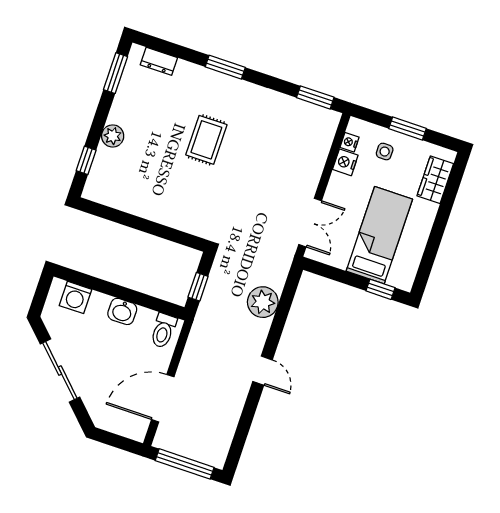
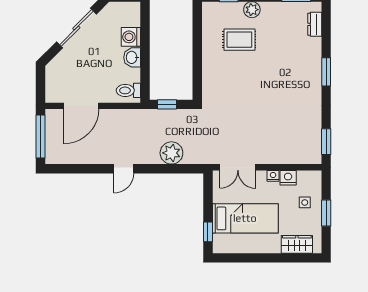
rug: (206, 140) -> (239, 40), moved
nightstand: (350, 142) -> (273, 176), moved
washing machine: (75, 297) -> (131, 37), moved
door: (163, 398) -> (81, 106), swing flipped

